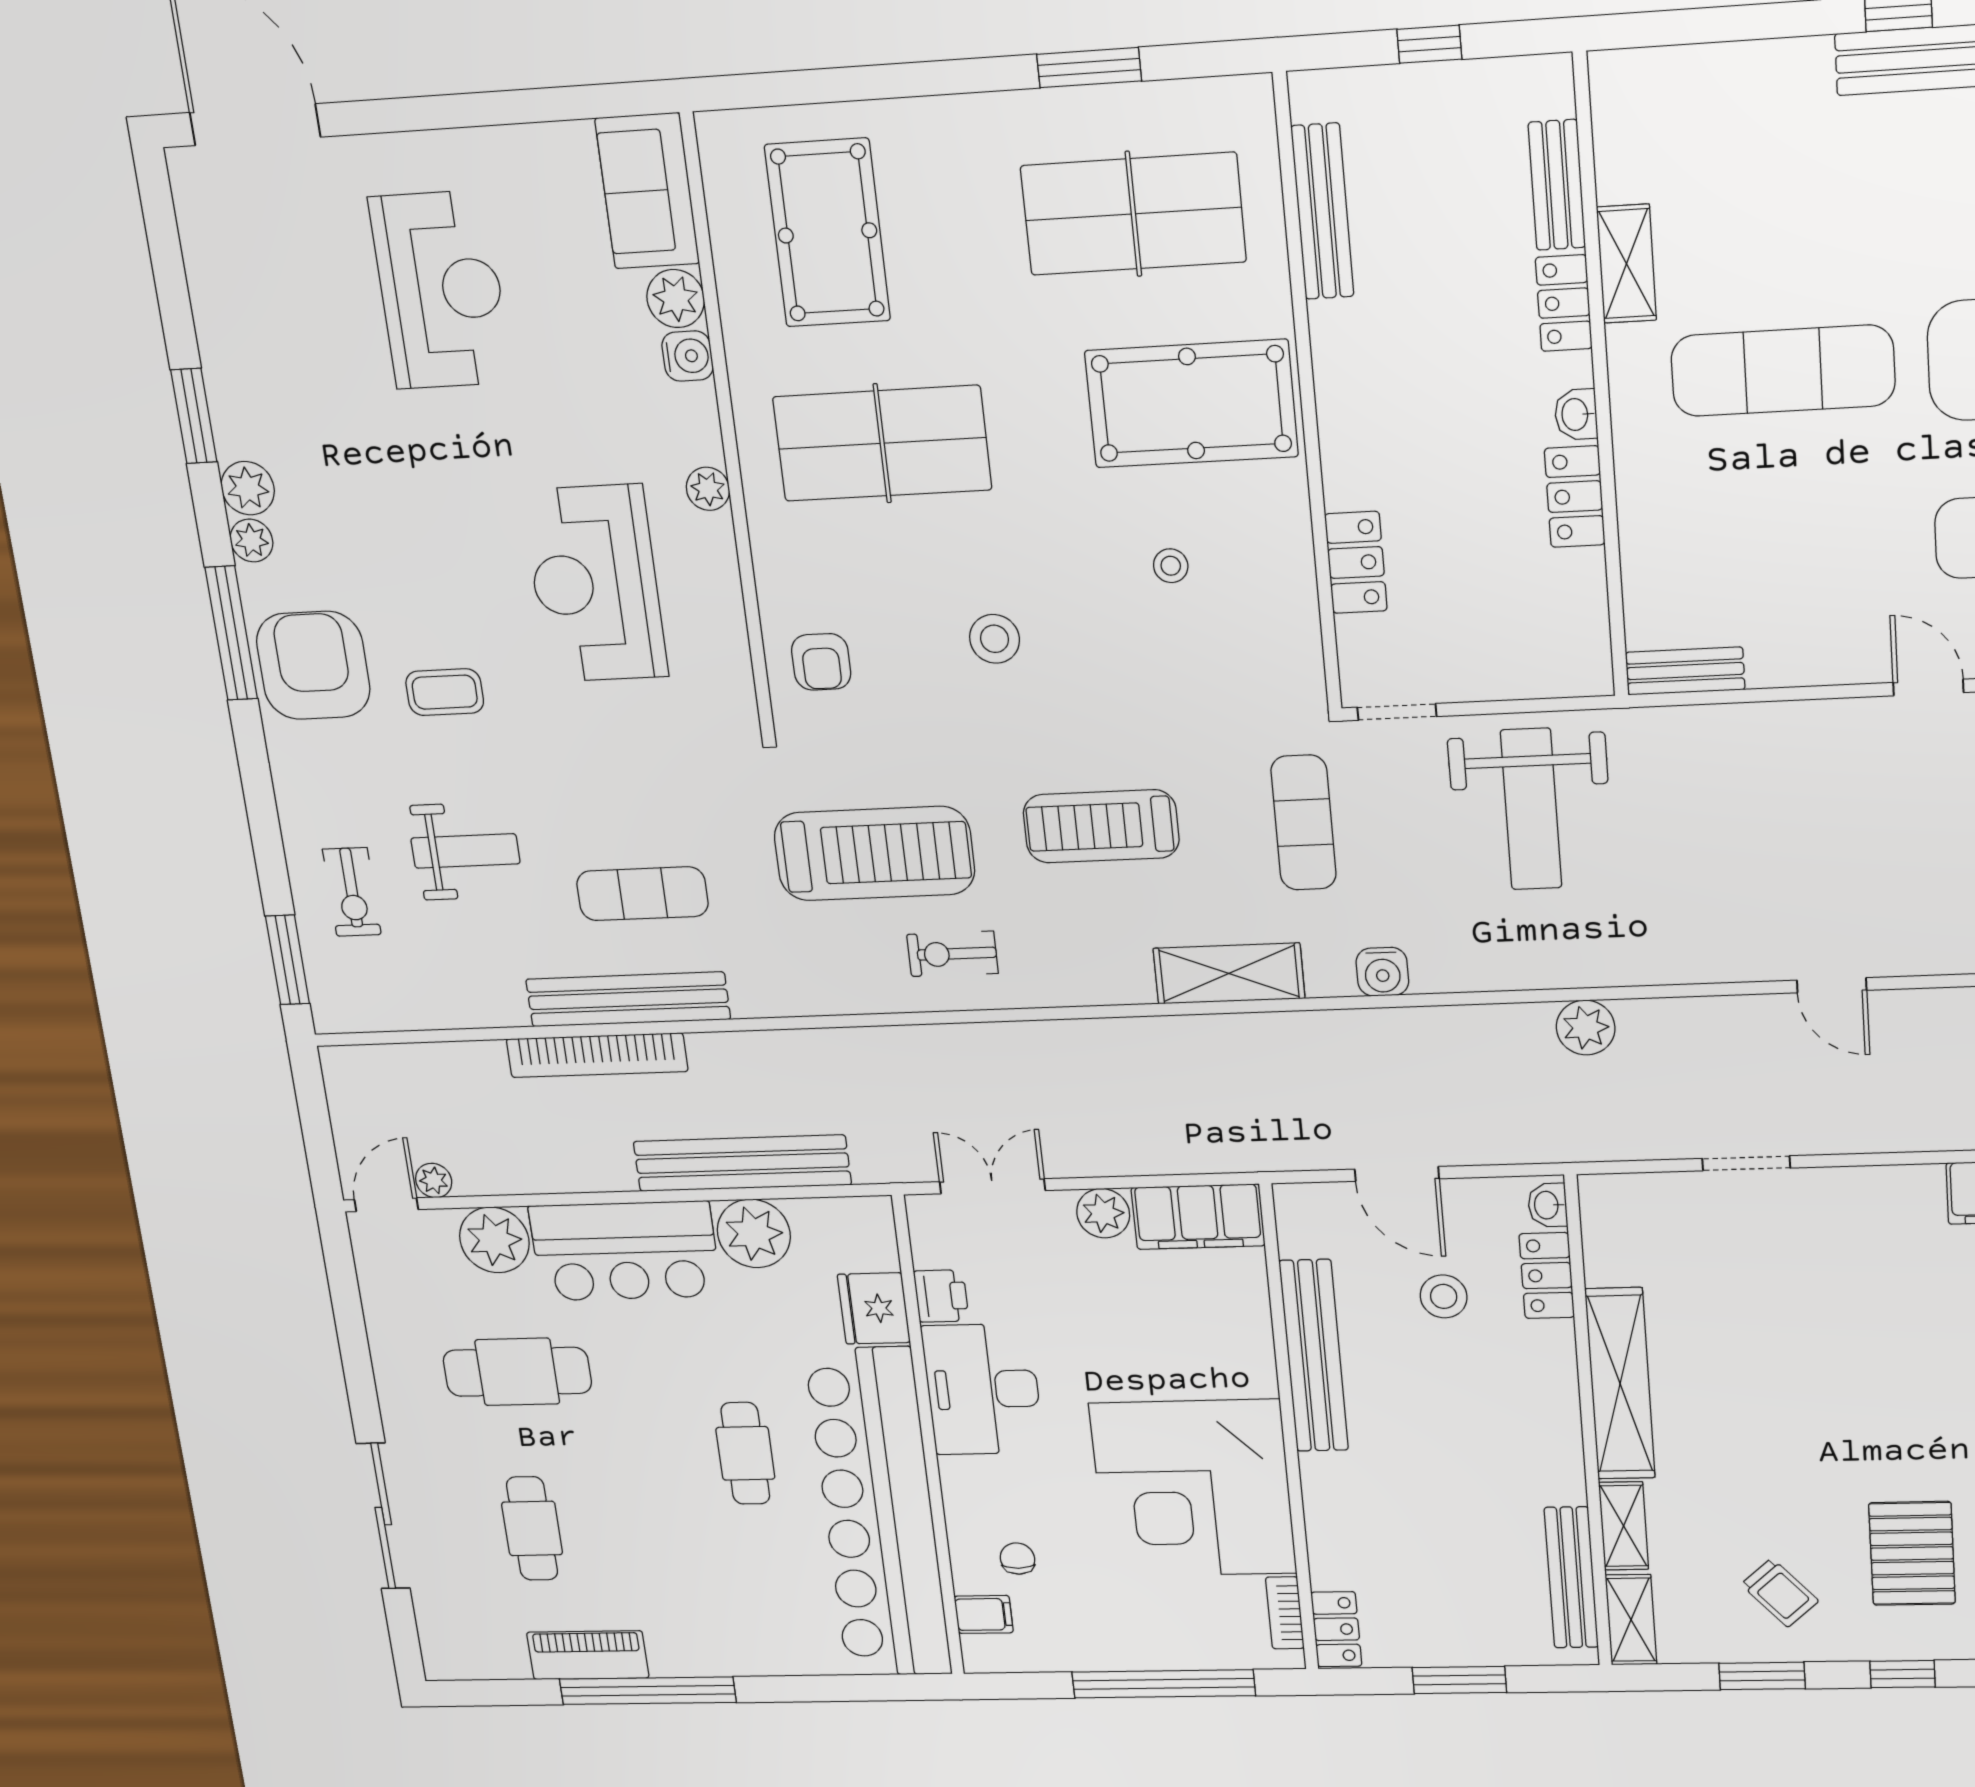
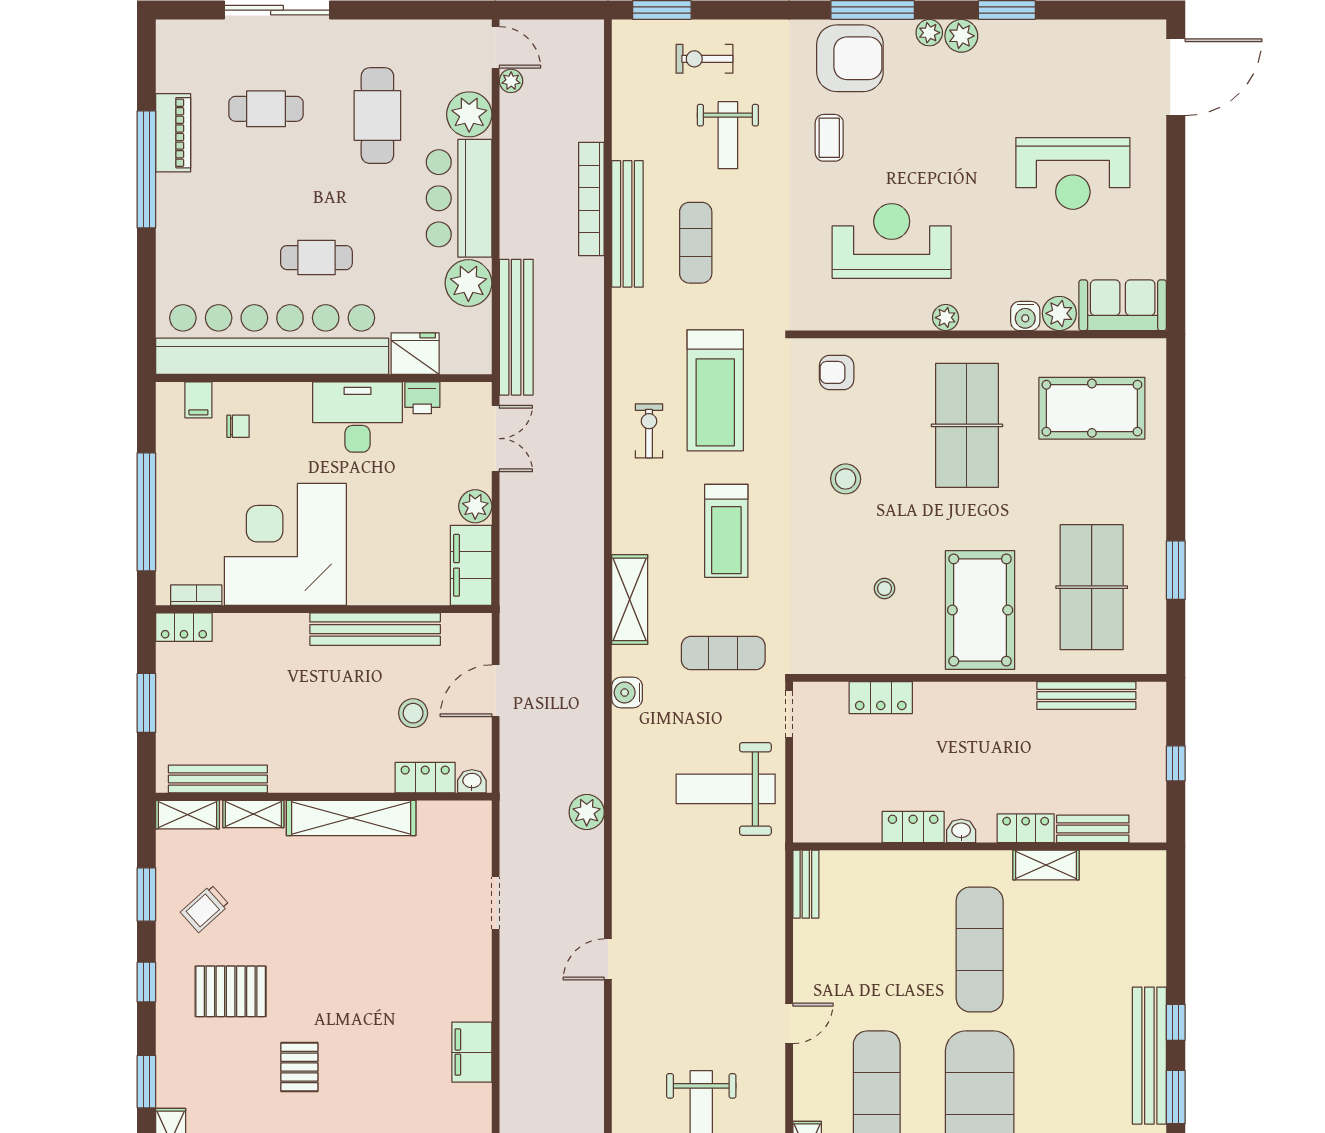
treadmill: (1101, 826) -> (726, 531), turned 180
bench: (742, 1163) -> (516, 327), moved

